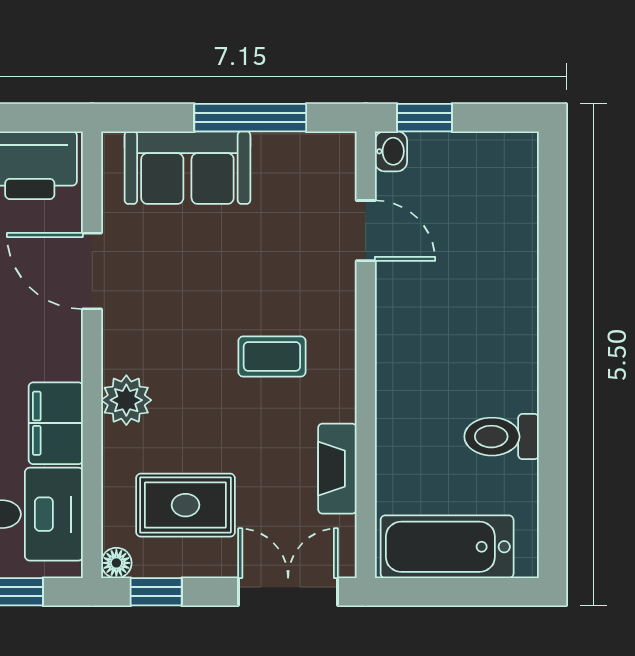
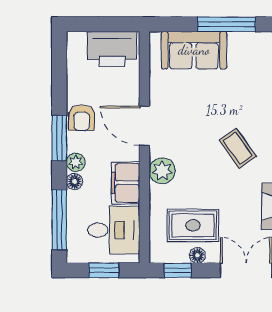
door: (92, 271) -> (144, 126), moved
coffee table: (272, 356) -> (238, 148), turned 55
floor lamp: (116, 563) -> (197, 255), moved

